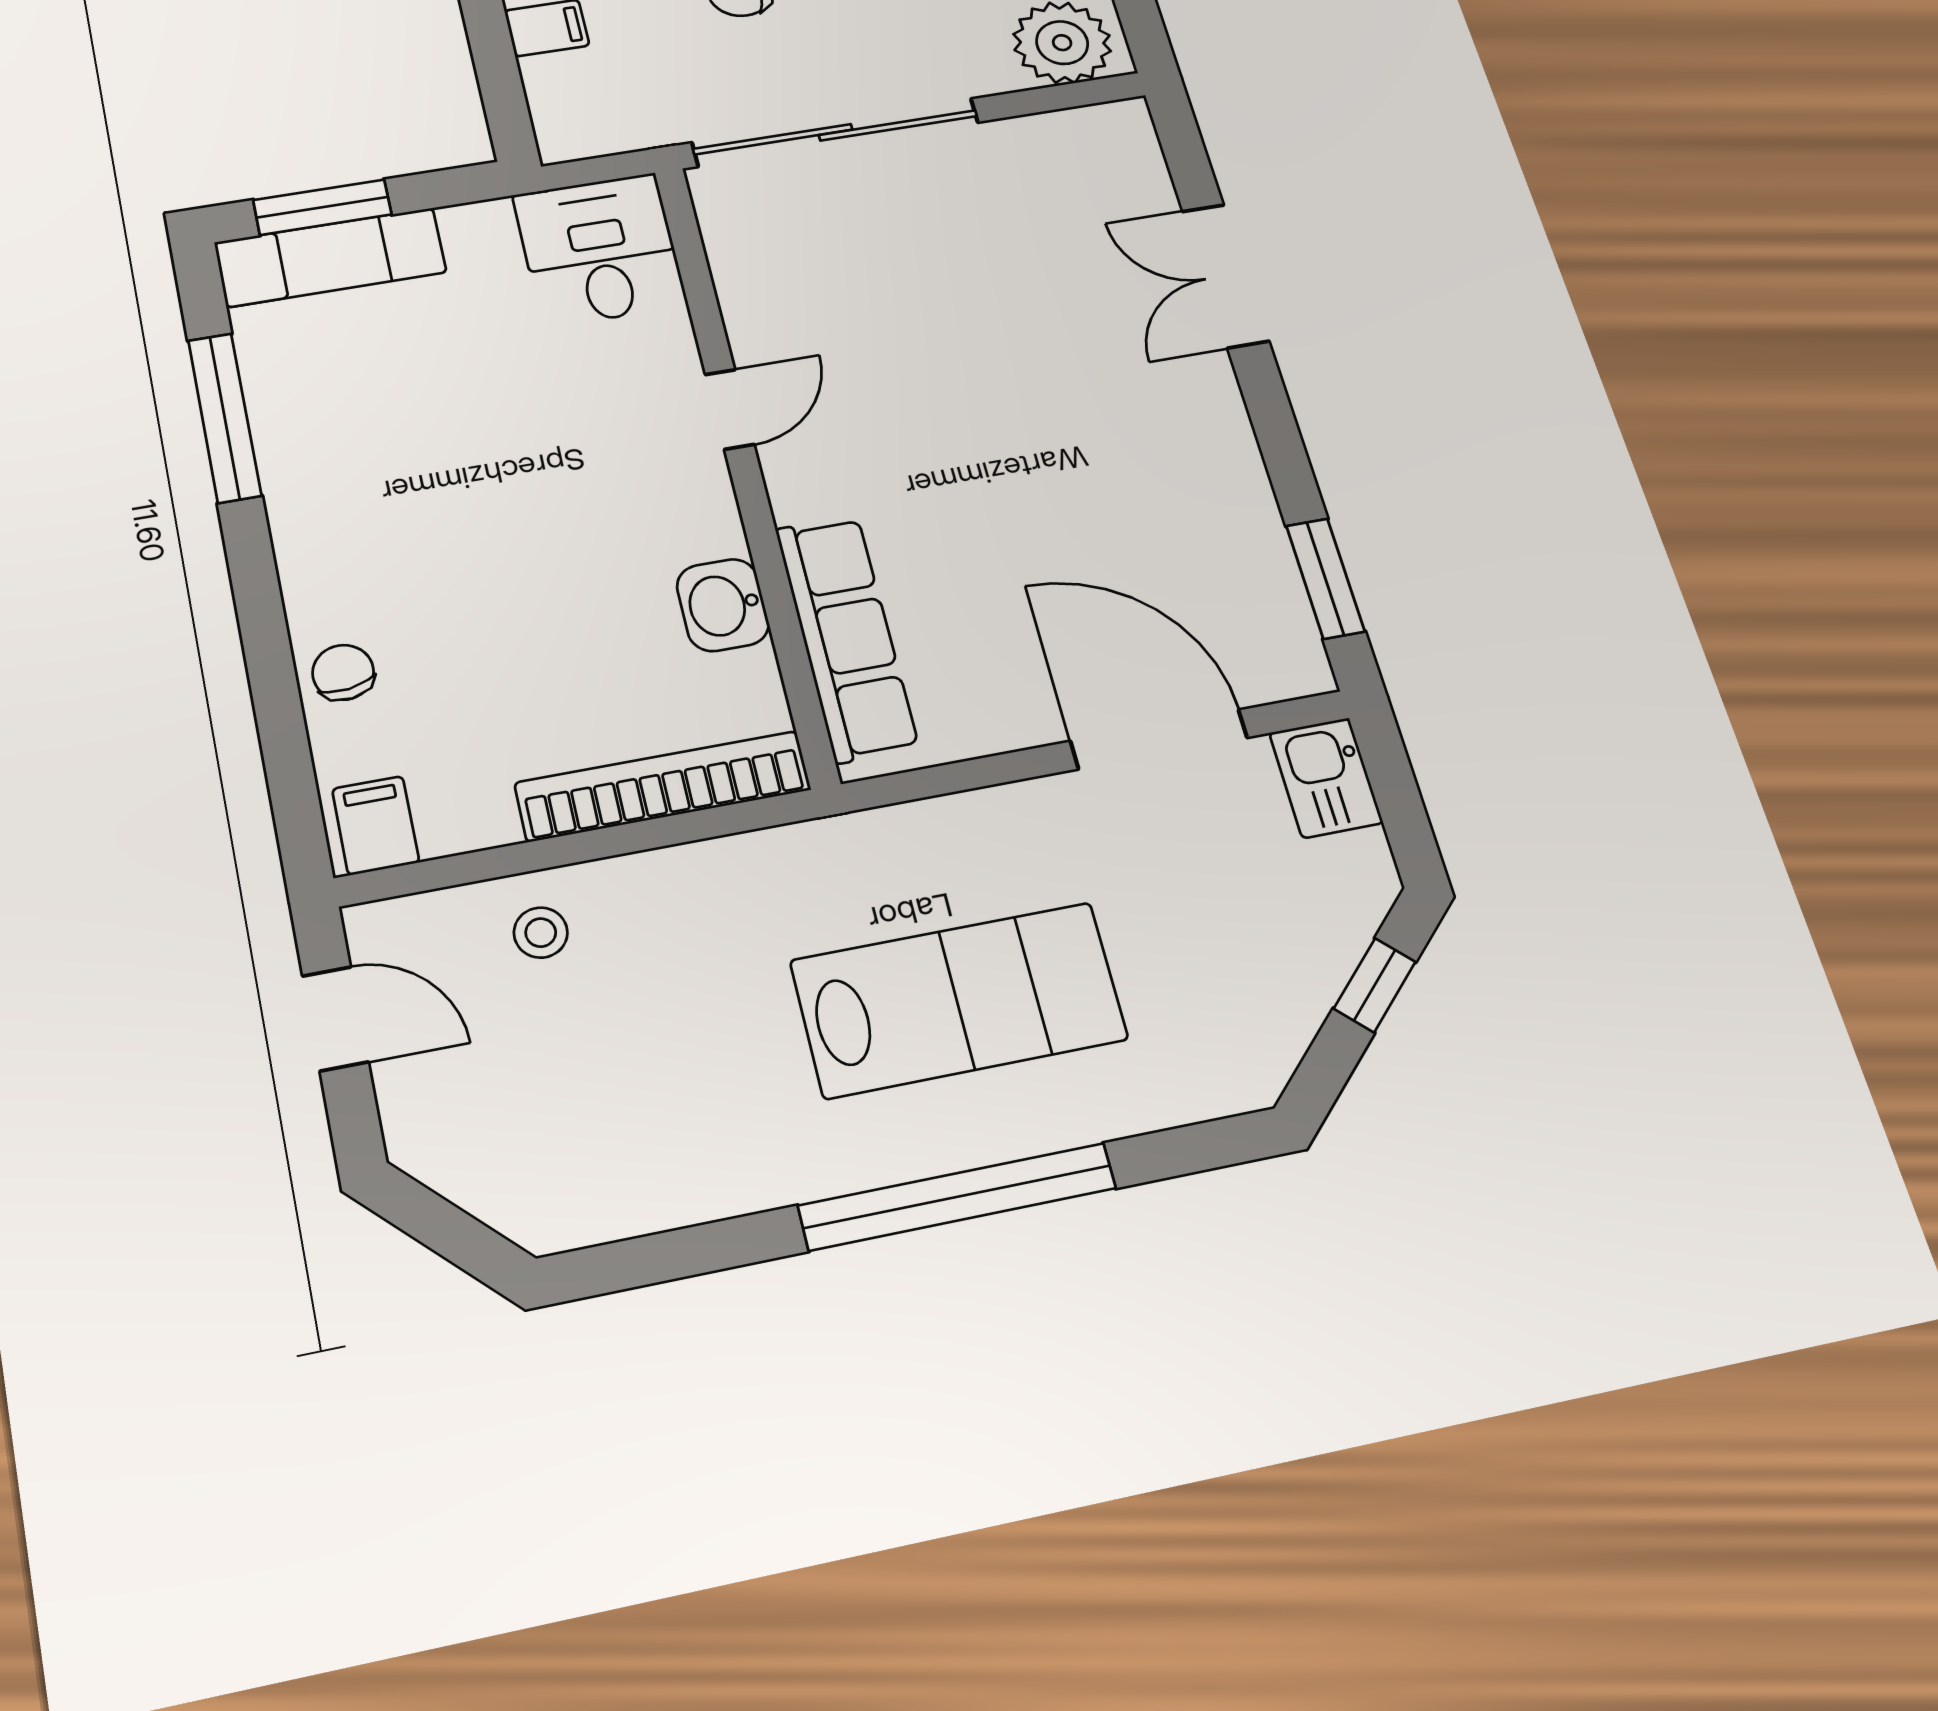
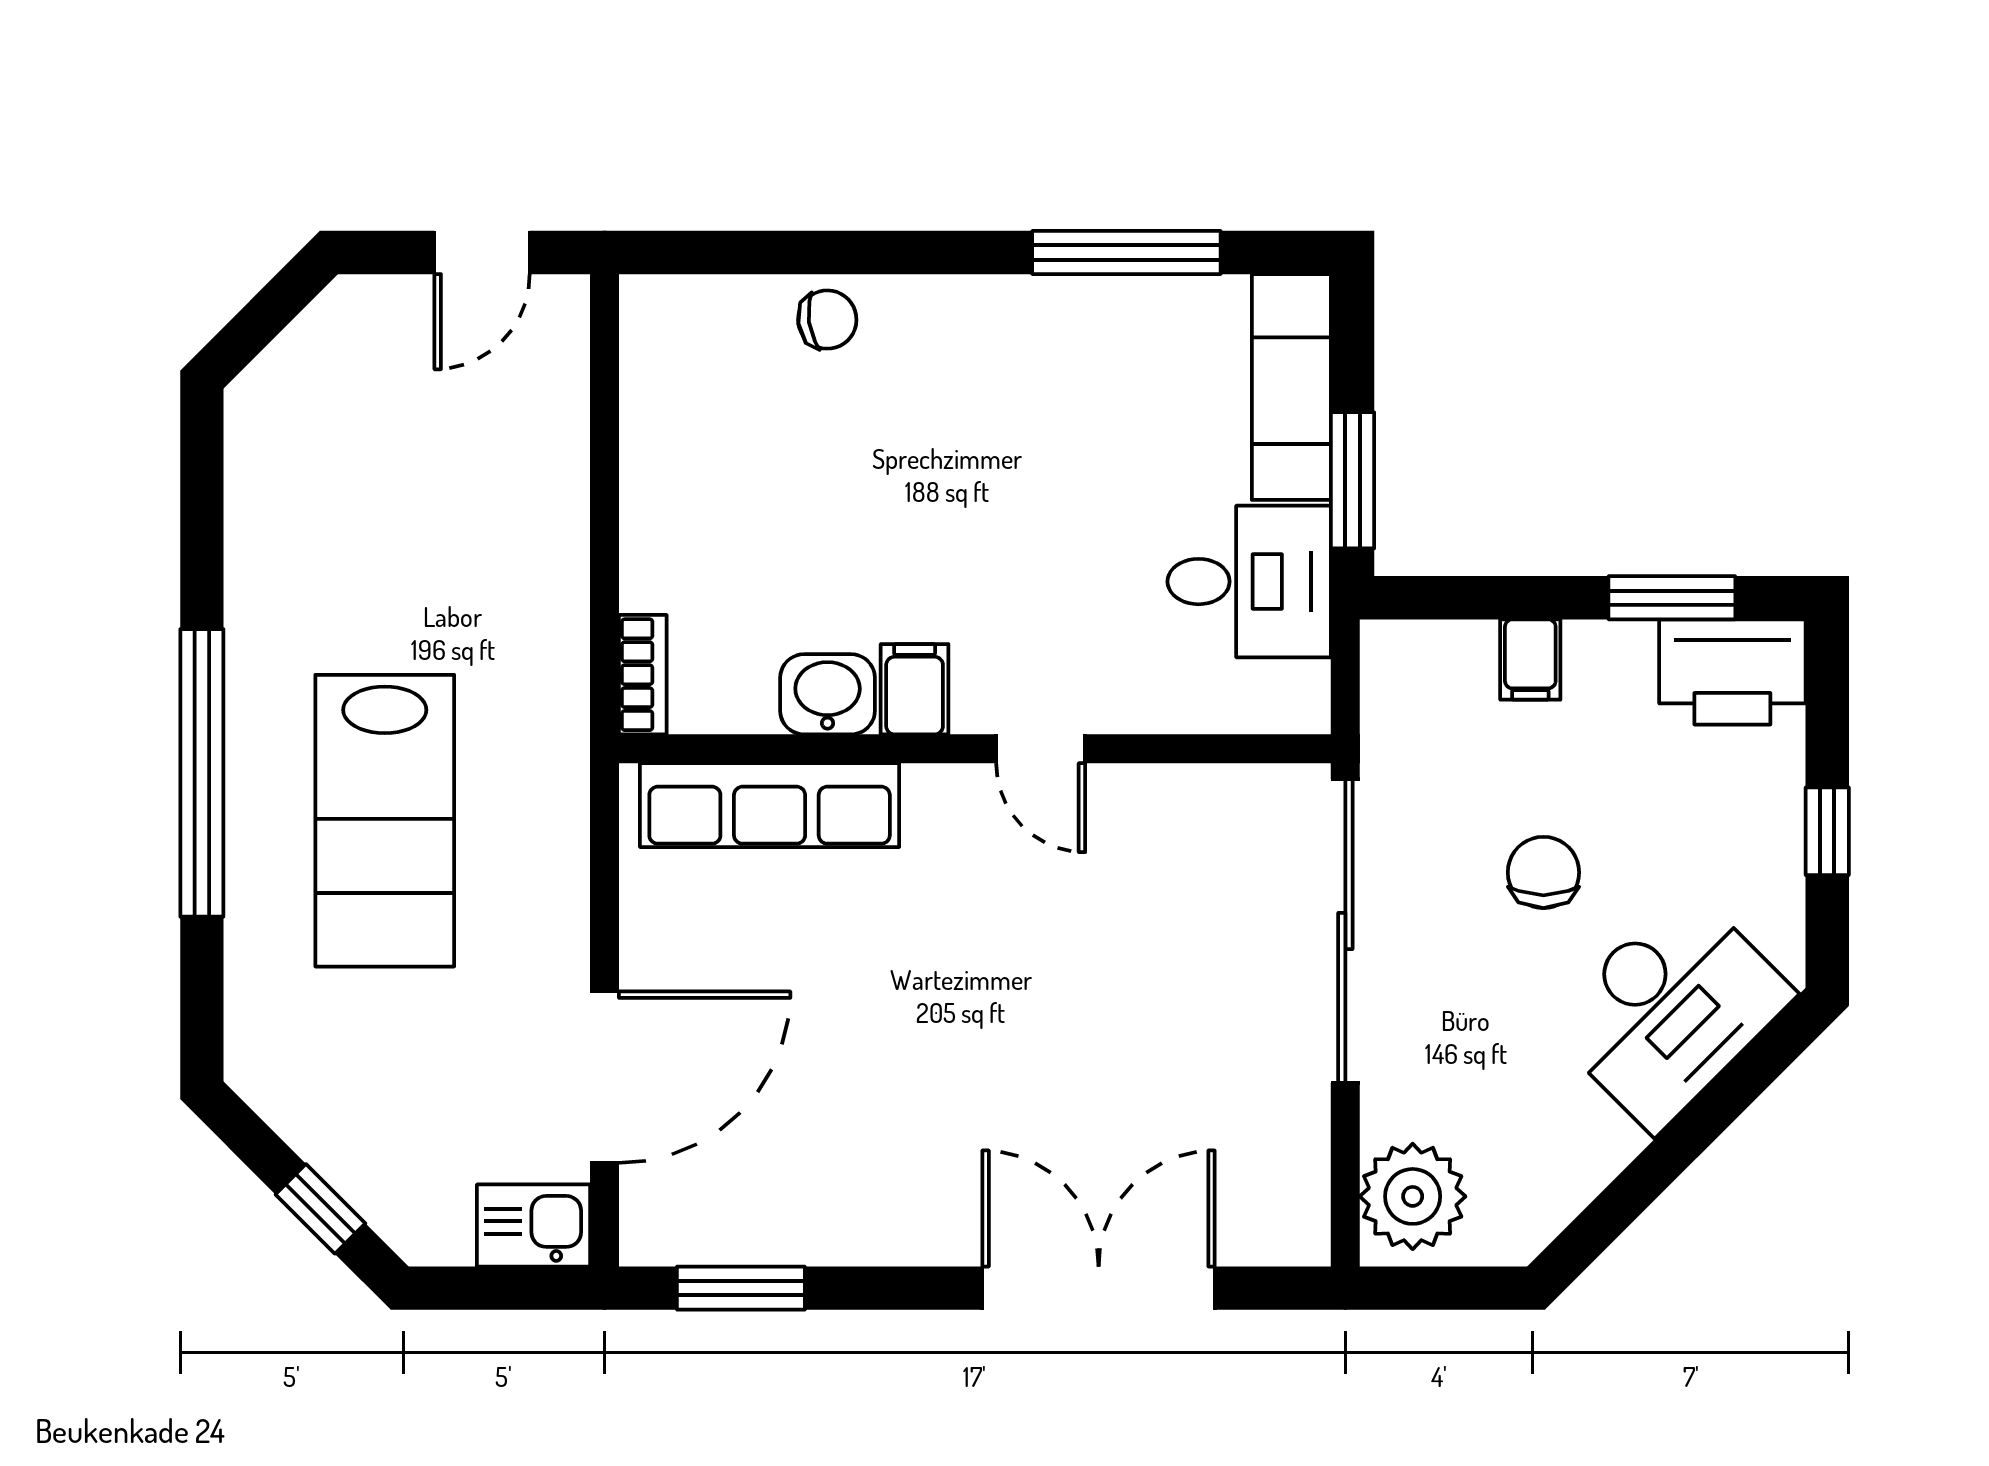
window: (322, 207) -> (1353, 480), moved
desk: (600, 250) -> (1249, 582), moved
double door: (1225, 276) -> (1099, 1288), width x1.37
bookcase: (663, 786) -> (643, 675), width x0.43, depth x0.76
filing cabinet: (376, 825) -> (915, 689), moved, turned -90
stool: (541, 933) -> (528, 453), removed

